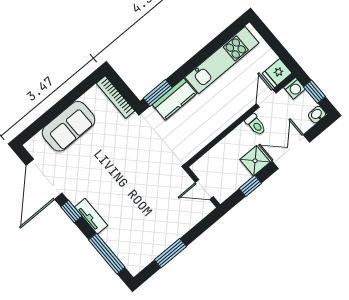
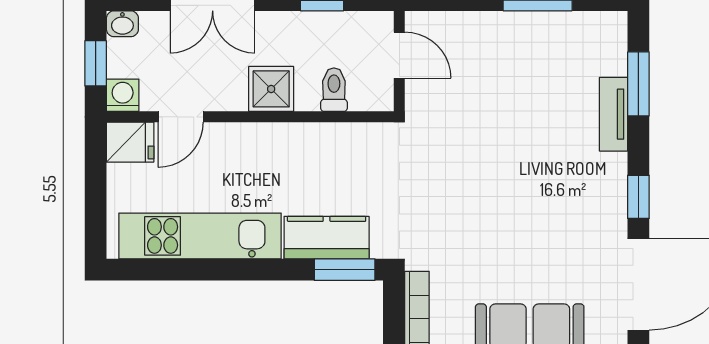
toilet: (256, 125) -> (334, 90), moved
shower: (255, 161) -> (271, 89), moved
tv unit: (91, 216) -> (614, 114), moved
window: (107, 254) -> (638, 84), width x0.69

